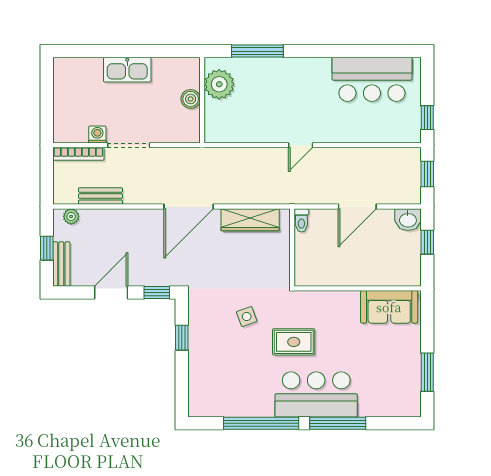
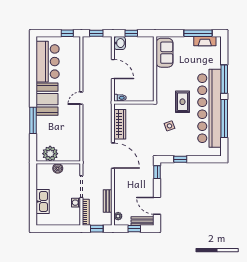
kitchen sink: (127, 70) -> (43, 201), moved
booth: (299, 78) -> (47, 99), added
plant: (219, 84) -> (50, 154), moved
boiler: (191, 99) -> (58, 168), moved
wall: (202, 100) -> (58, 162), moved
door: (301, 145) -> (81, 98), swing flipped
window: (47, 175) -> (97, 229), added
door: (111, 292) -> (157, 206), moved
window: (427, 372) -> (198, 33), width x1.44
fireplace: (412, 385) -> (205, 41), added
bar counter: (316, 394) -> (209, 108), width x1.86

